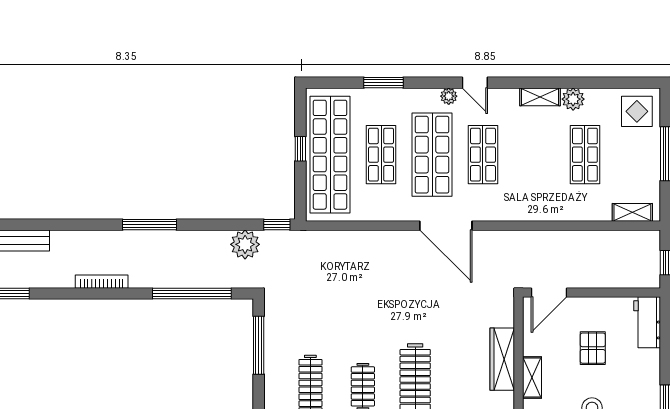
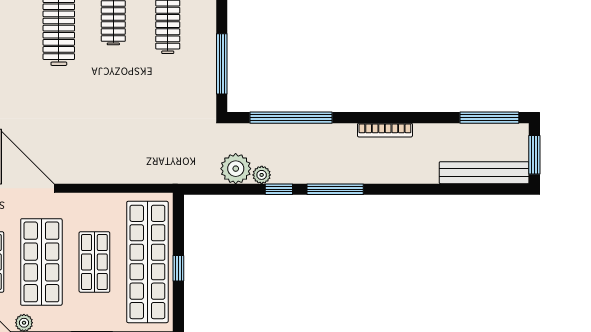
window: (277, 225) -> (279, 189), moved
plant: (220, 238) -> (262, 175), added

